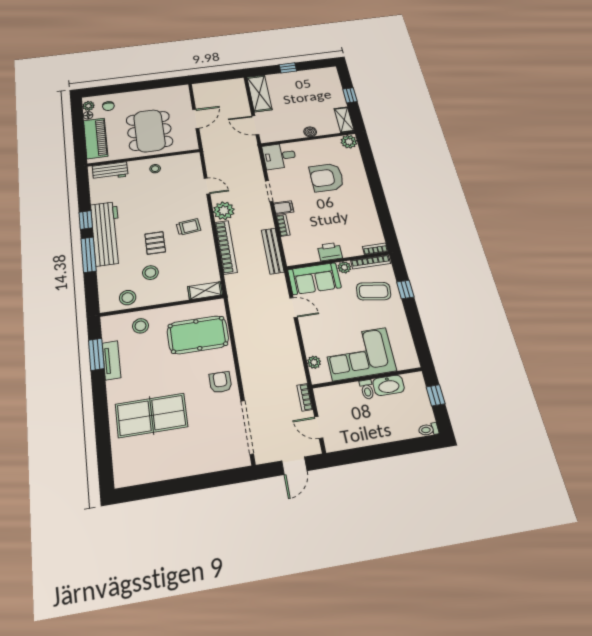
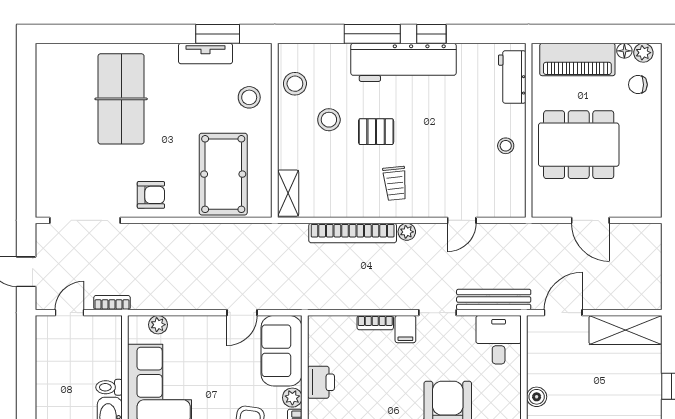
plant: (224, 211) -> (407, 232), width x0.53, depth x0.53
bench: (273, 251) -> (494, 300), moved

